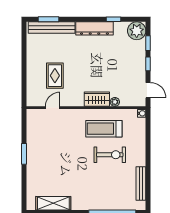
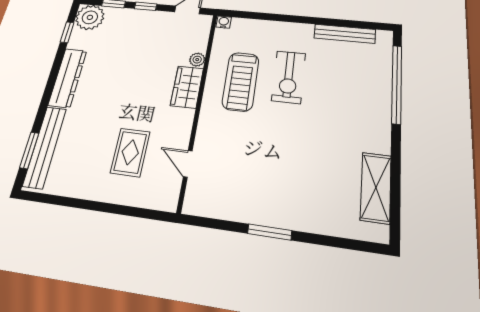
window: (114, 19) -> (67, 32), moved
rug: (55, 76) -> (130, 152), turned 90
exercise bike: (110, 155) -> (289, 77), turned 180

